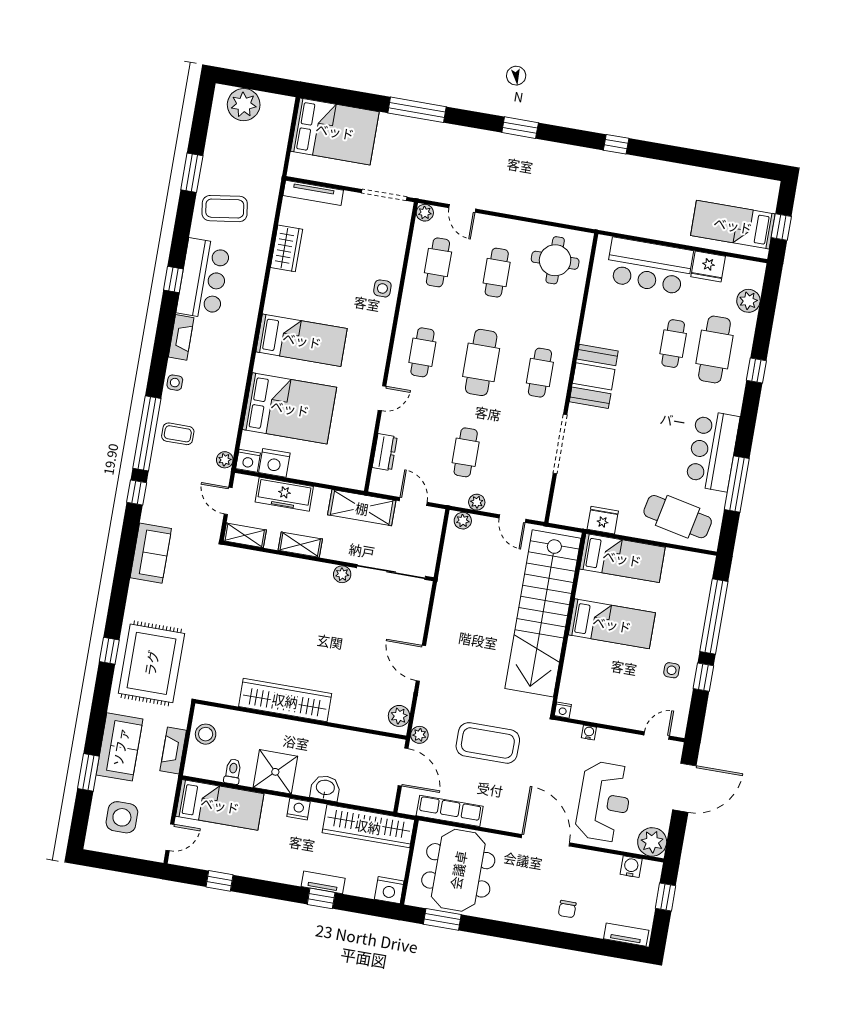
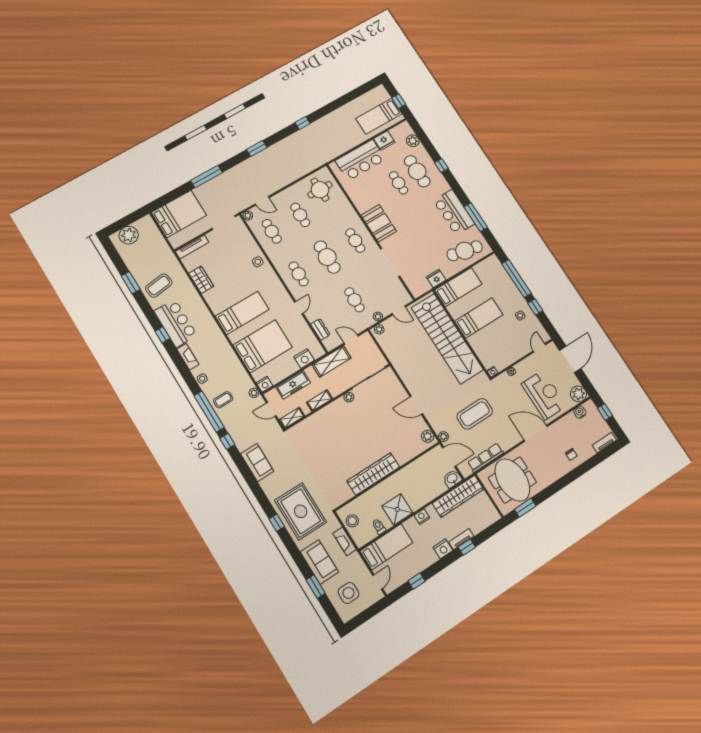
nightstand: (274, 463) -> (304, 359), moved
washbasin: (325, 788) -> (452, 479), moved
nightstand: (389, 890) -> (443, 549), moved

